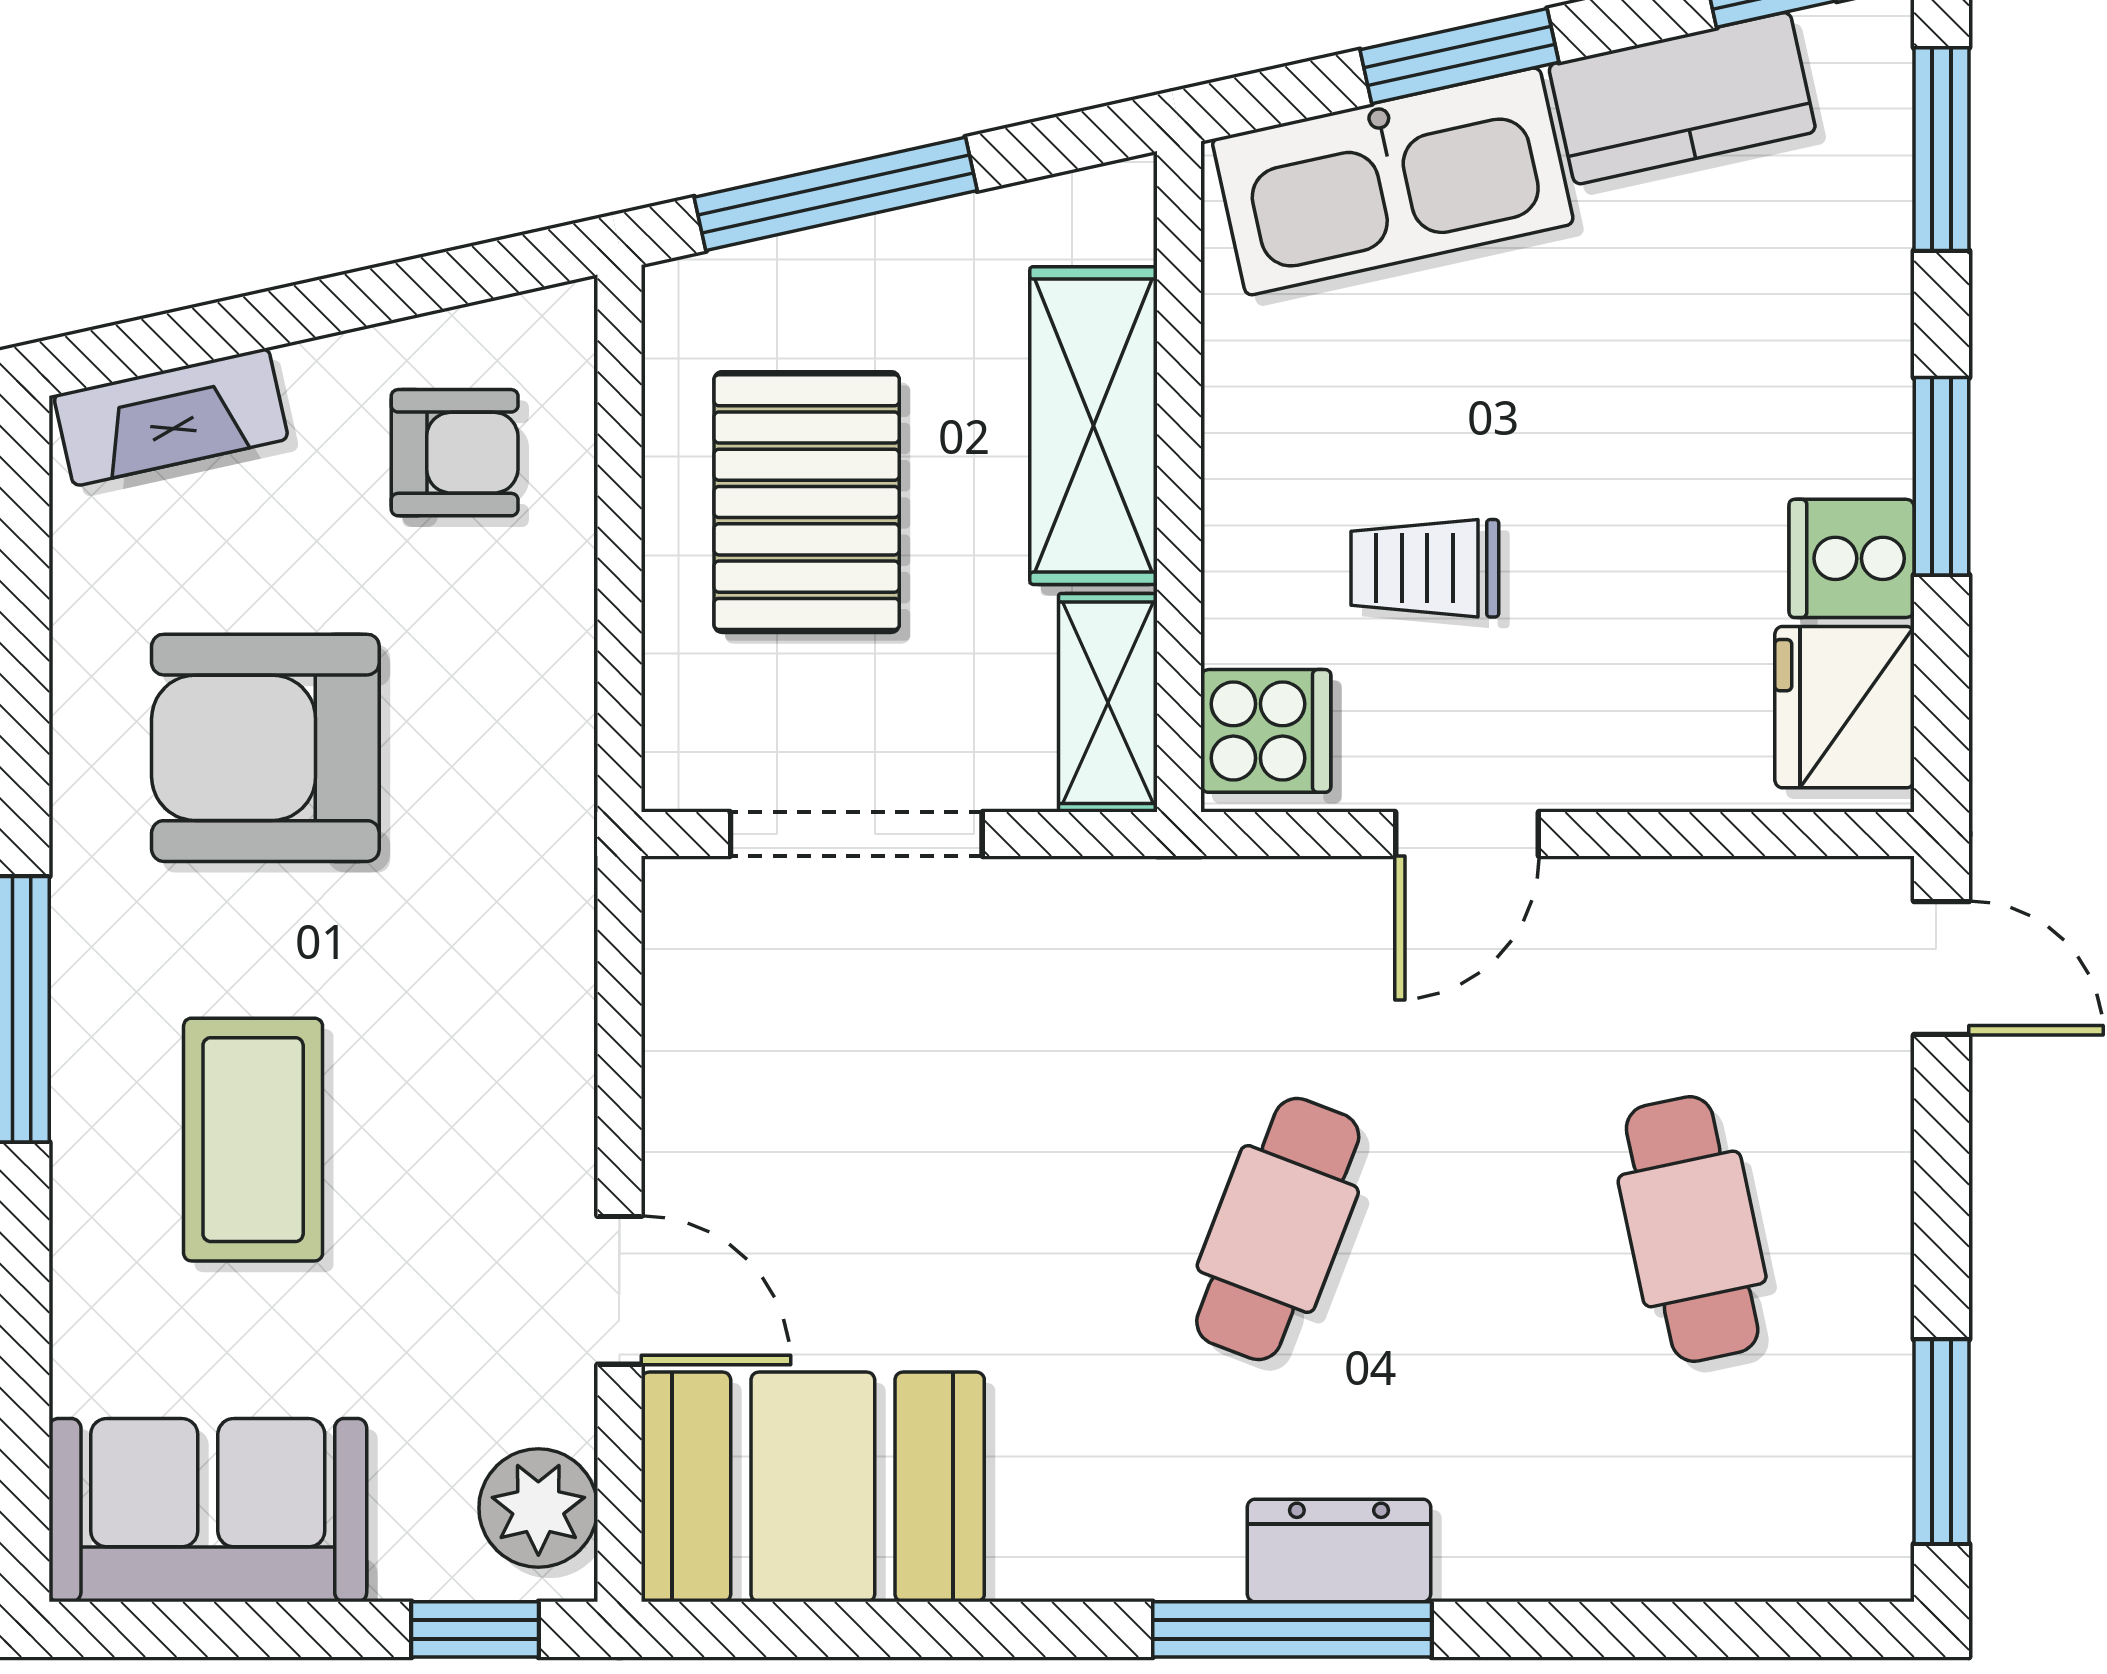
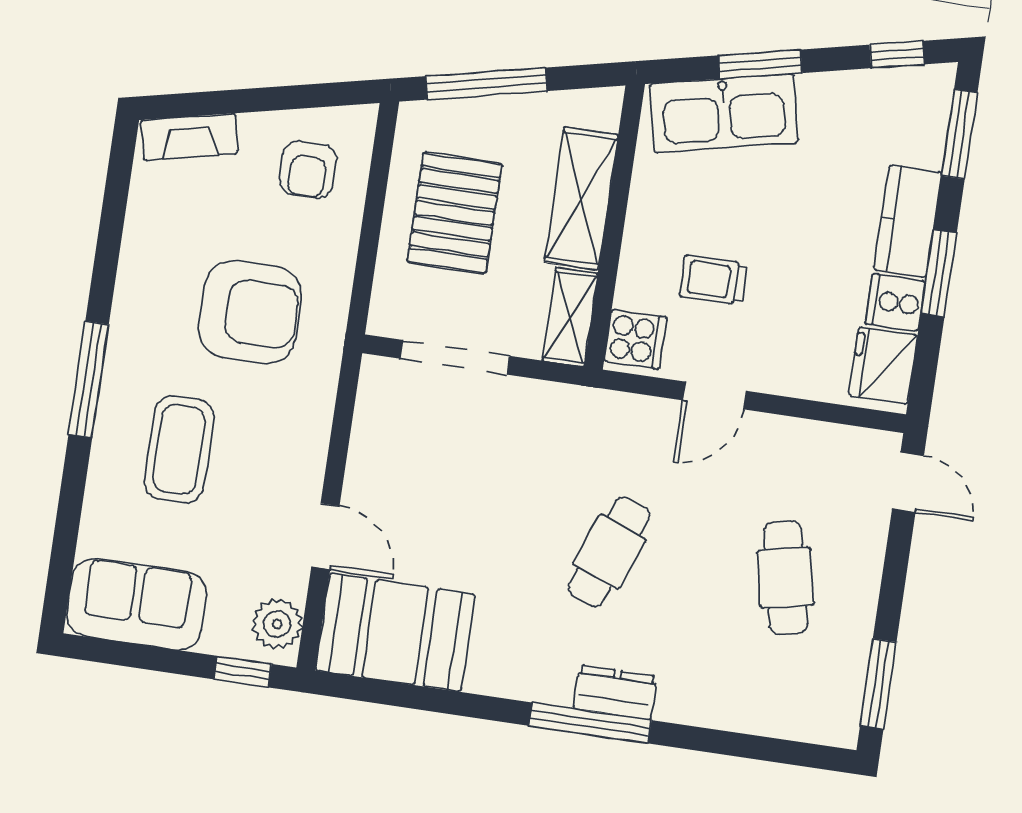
kitchen counter: (1682, 98) -> (908, 221), moved, turned 102
armchair: (455, 453) -> (308, 170), turned 90
armchair: (265, 748) -> (250, 312), moved, turned 180

